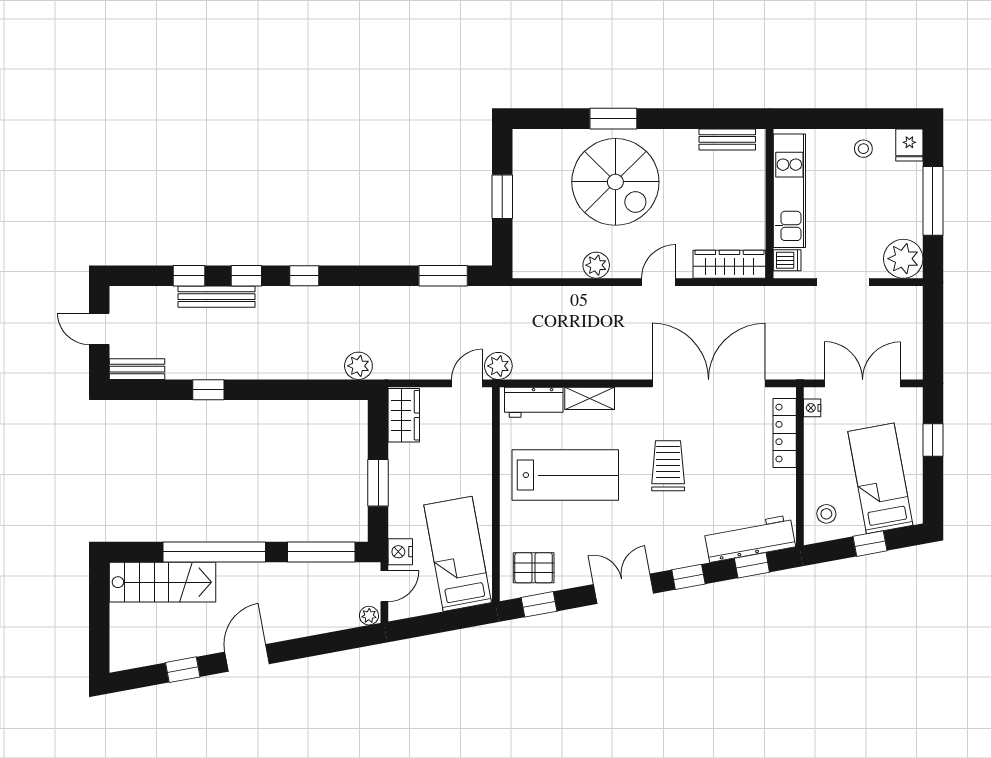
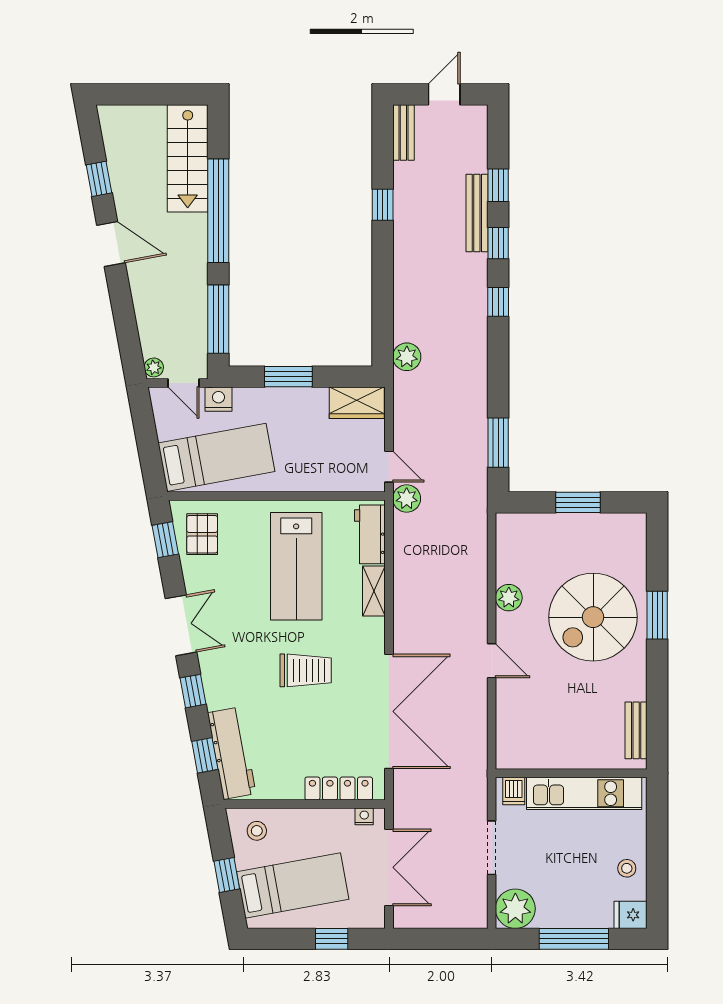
wardrobe: (729, 264) -> (510, 733), removed

